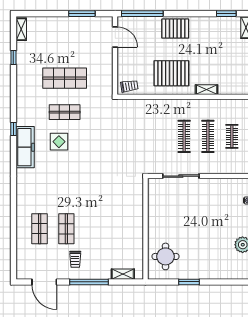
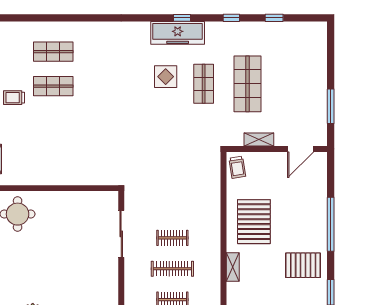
window: (142, 14) -> (331, 224), moved
shelving: (21, 29) -> (259, 140), moved
pallet: (175, 29) -> (303, 265), moved, turned 90
window: (13, 91) -> (231, 18), added
clothes rail: (184, 136) -> (172, 238), width x0.73
freezer: (25, 147) -> (178, 33), moved

